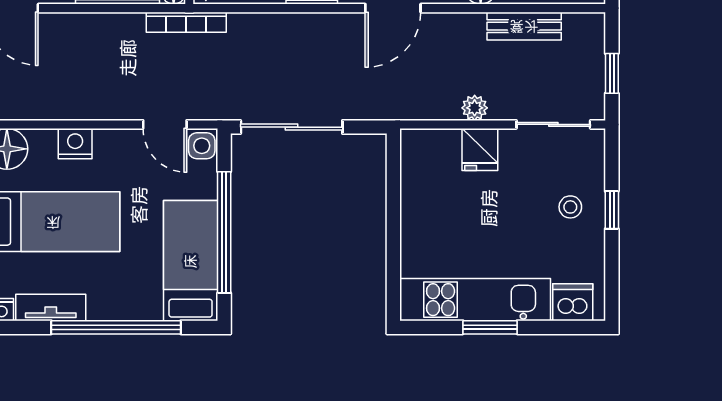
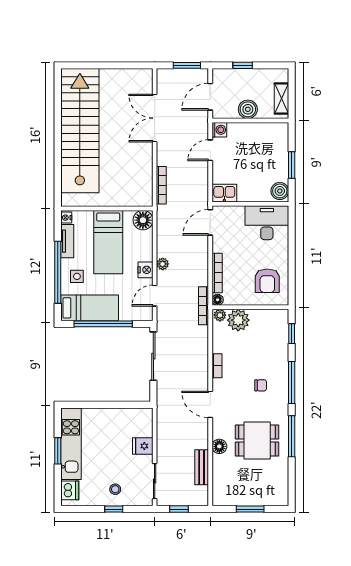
plant: (475, 108) -> (163, 264), moved
nightstand: (75, 144) -> (145, 270), moved
side table: (202, 146) -> (77, 276), moved

